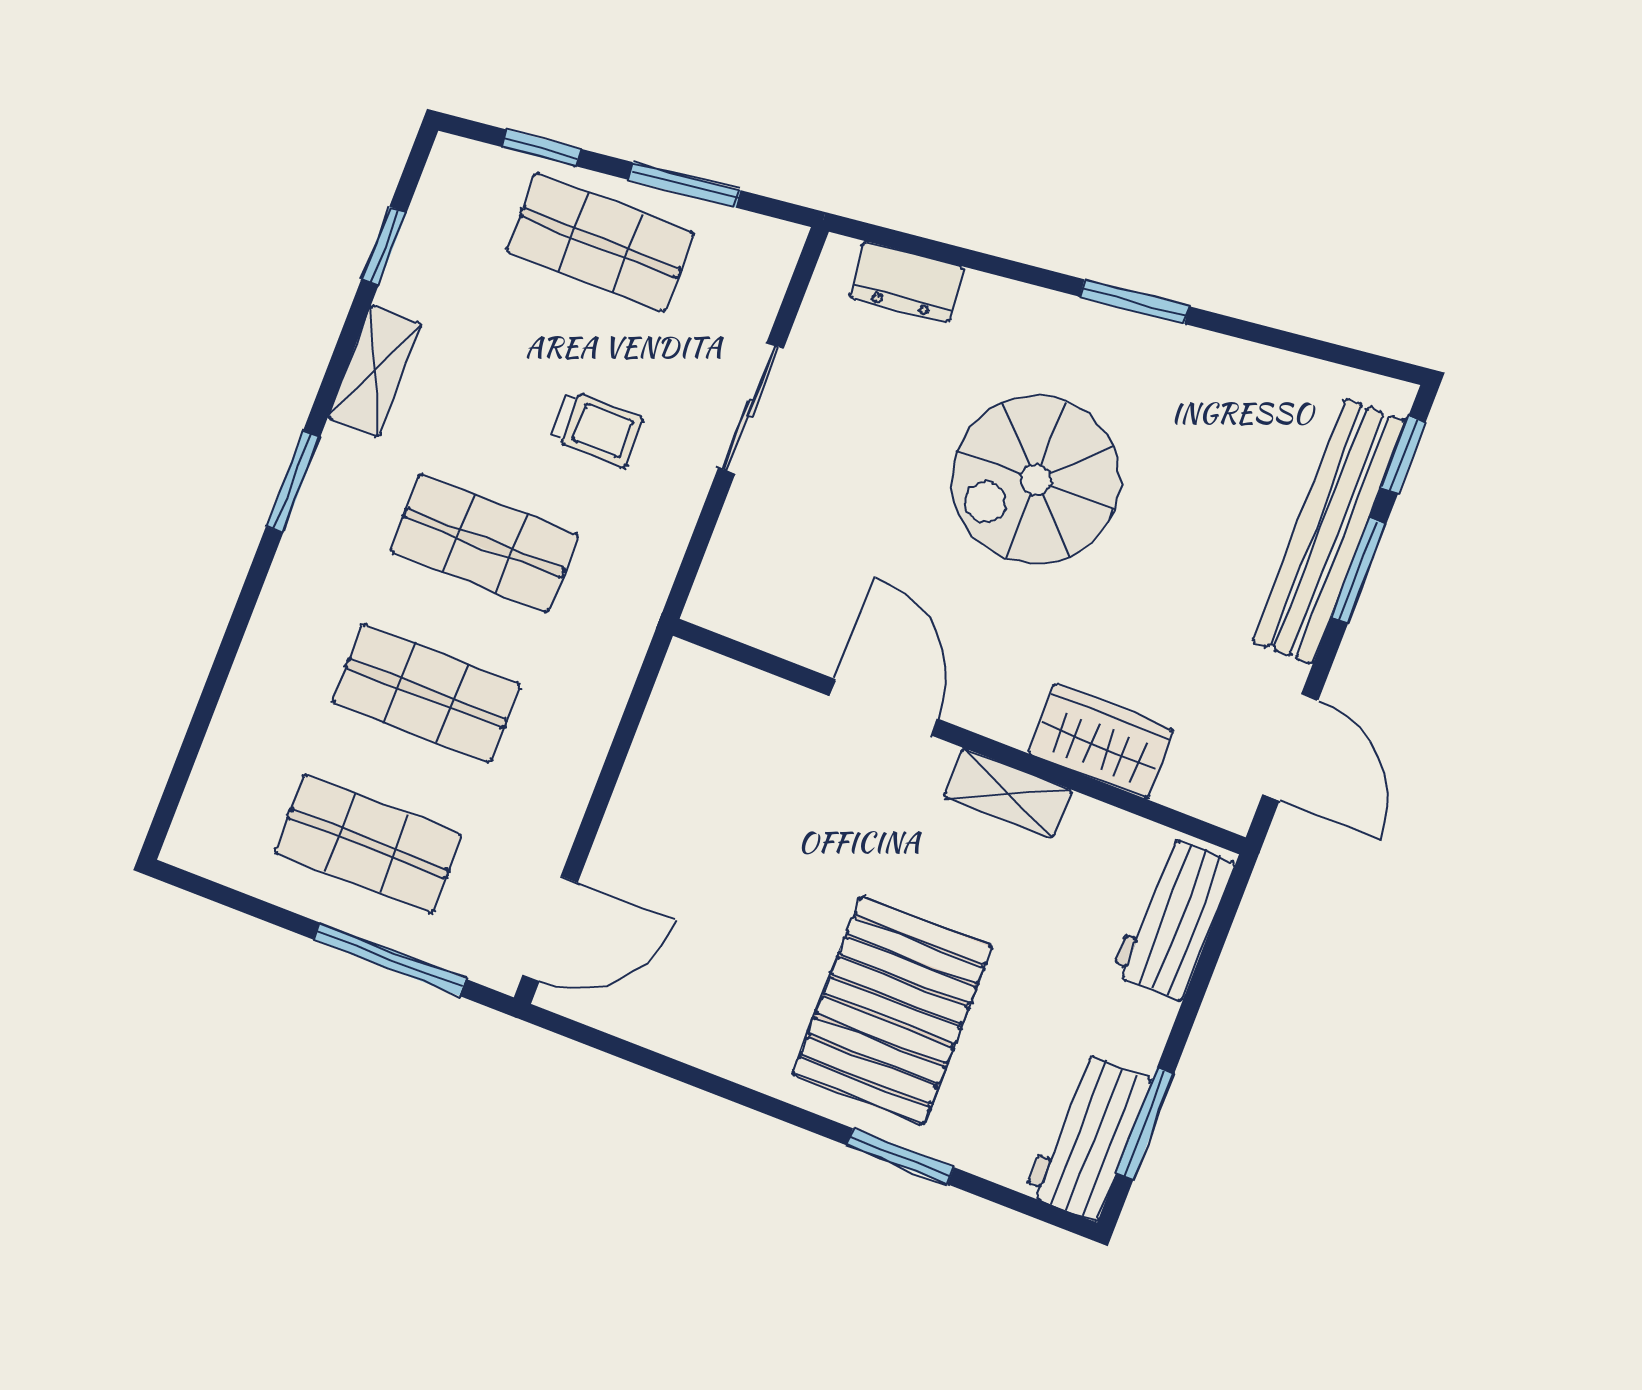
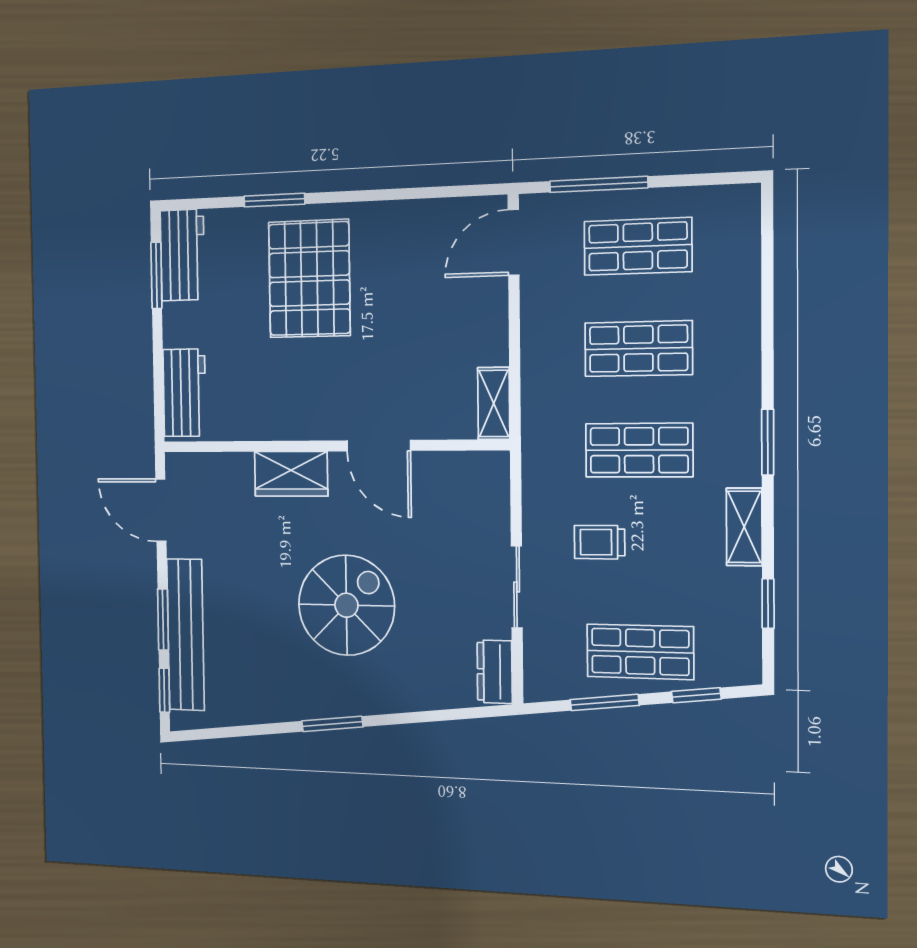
dresser: (907, 282) -> (495, 672), moved, turned -83
wardrobe: (1101, 741) -> (291, 474), moved
shelving: (1008, 793) -> (494, 403), moved, turned 90

